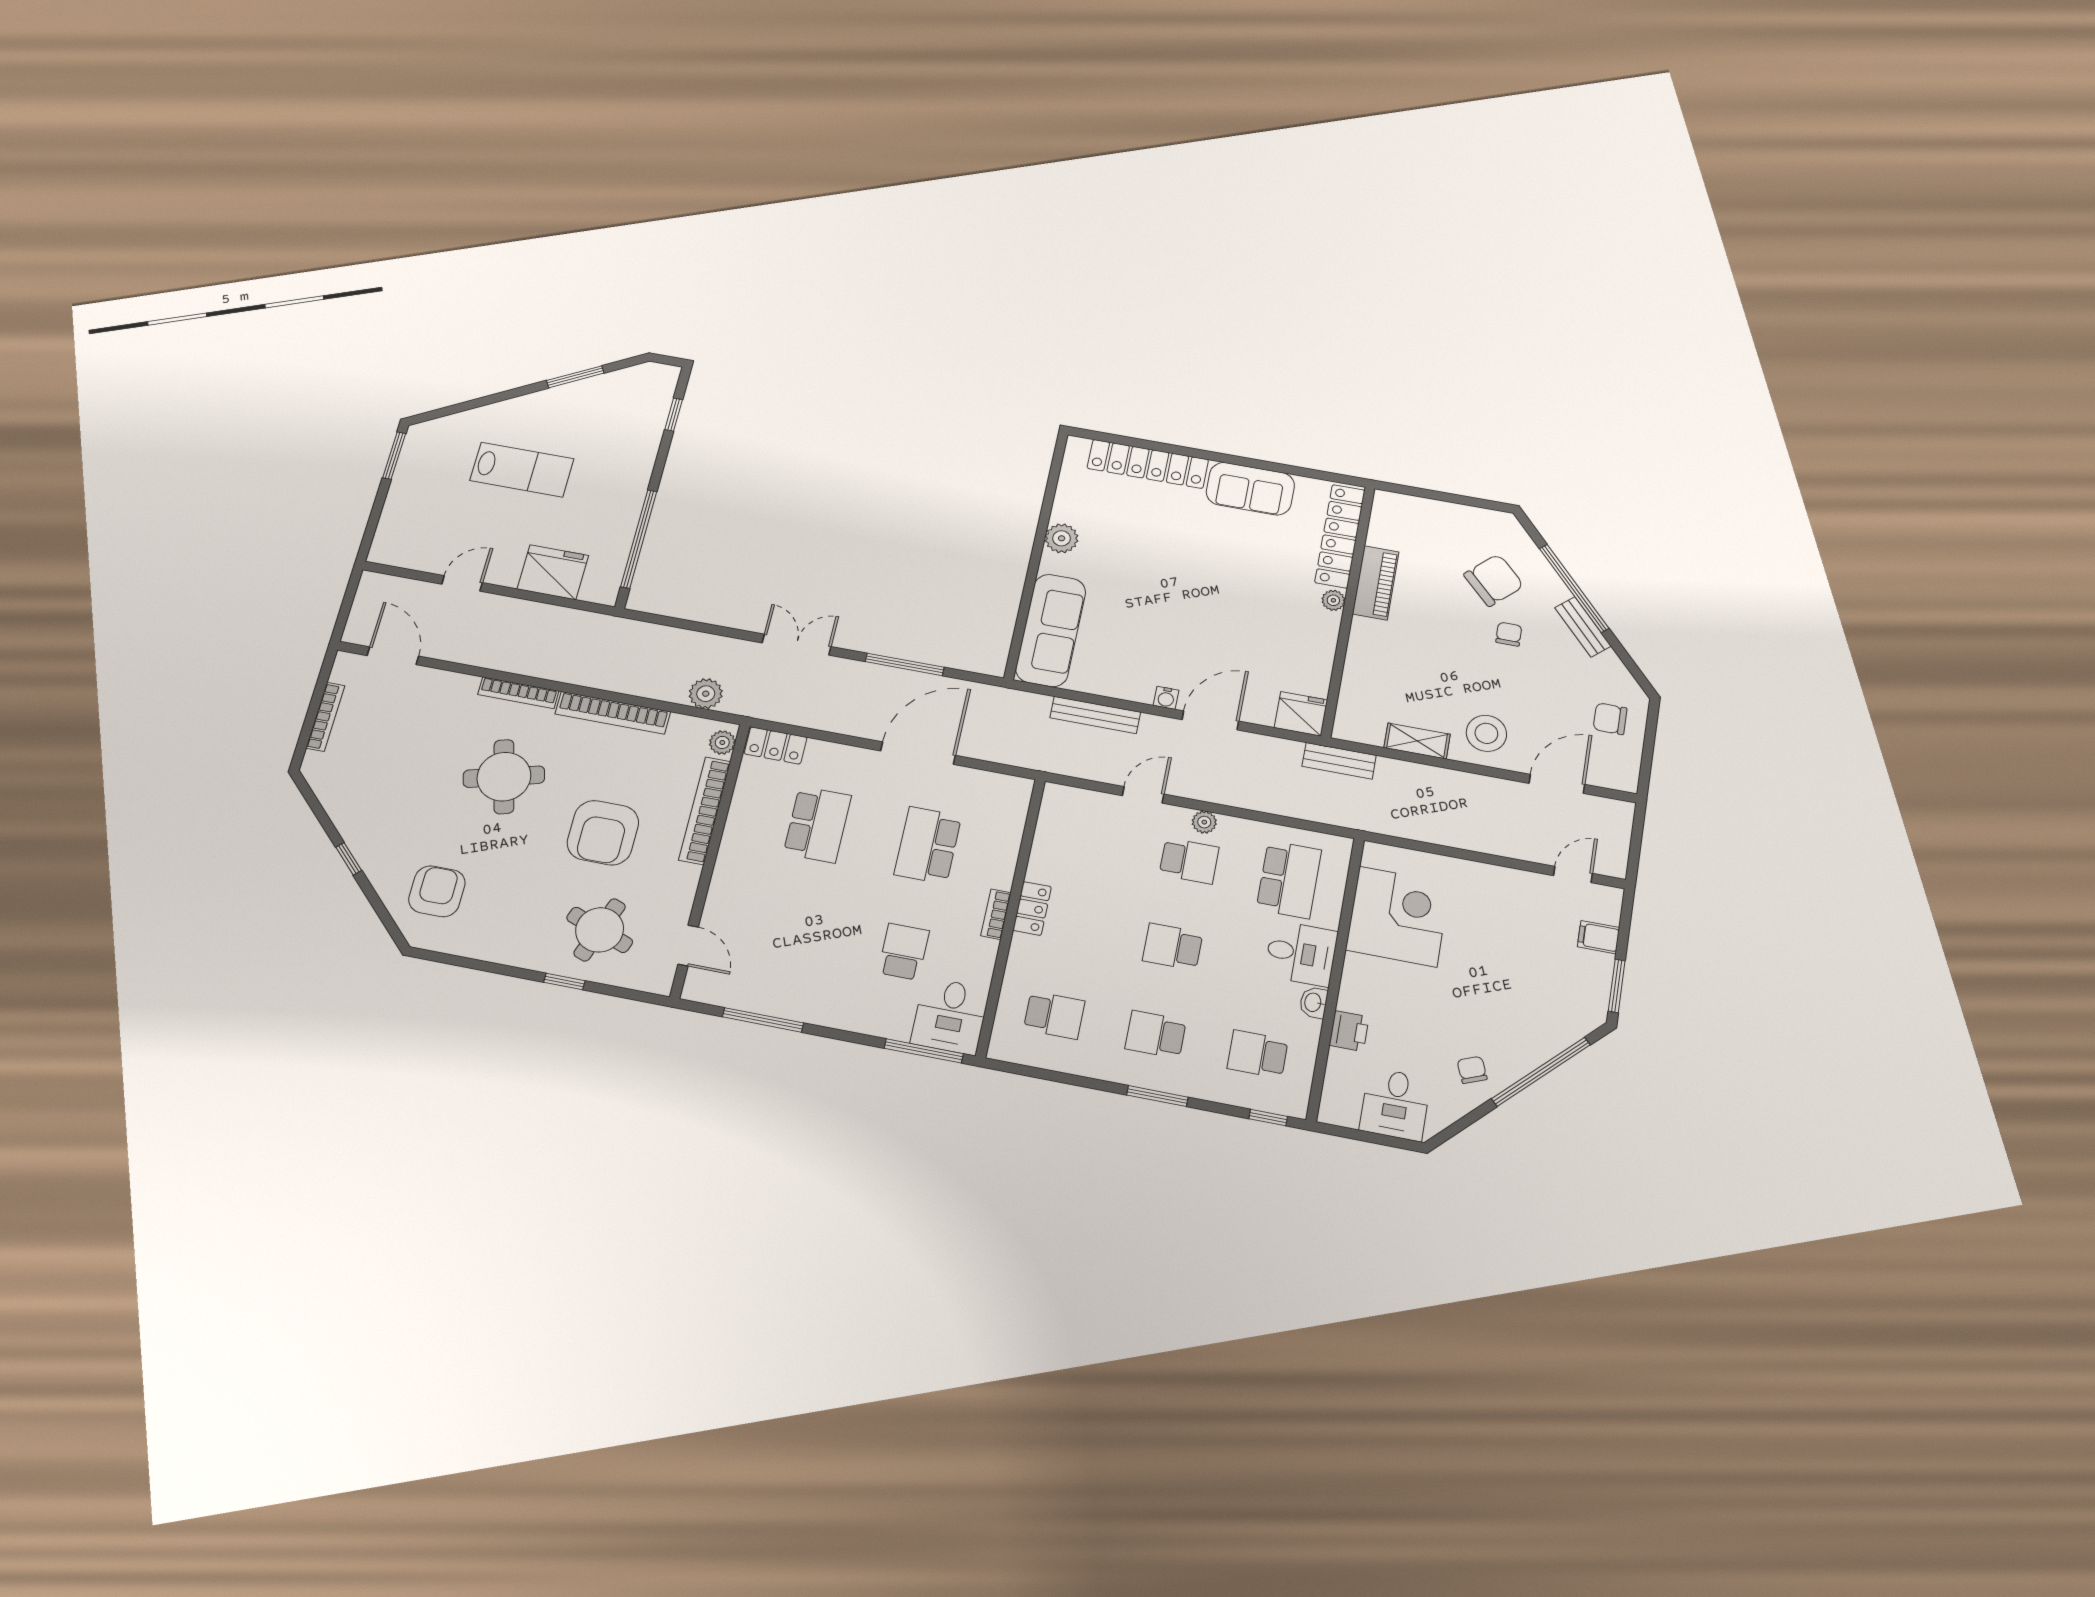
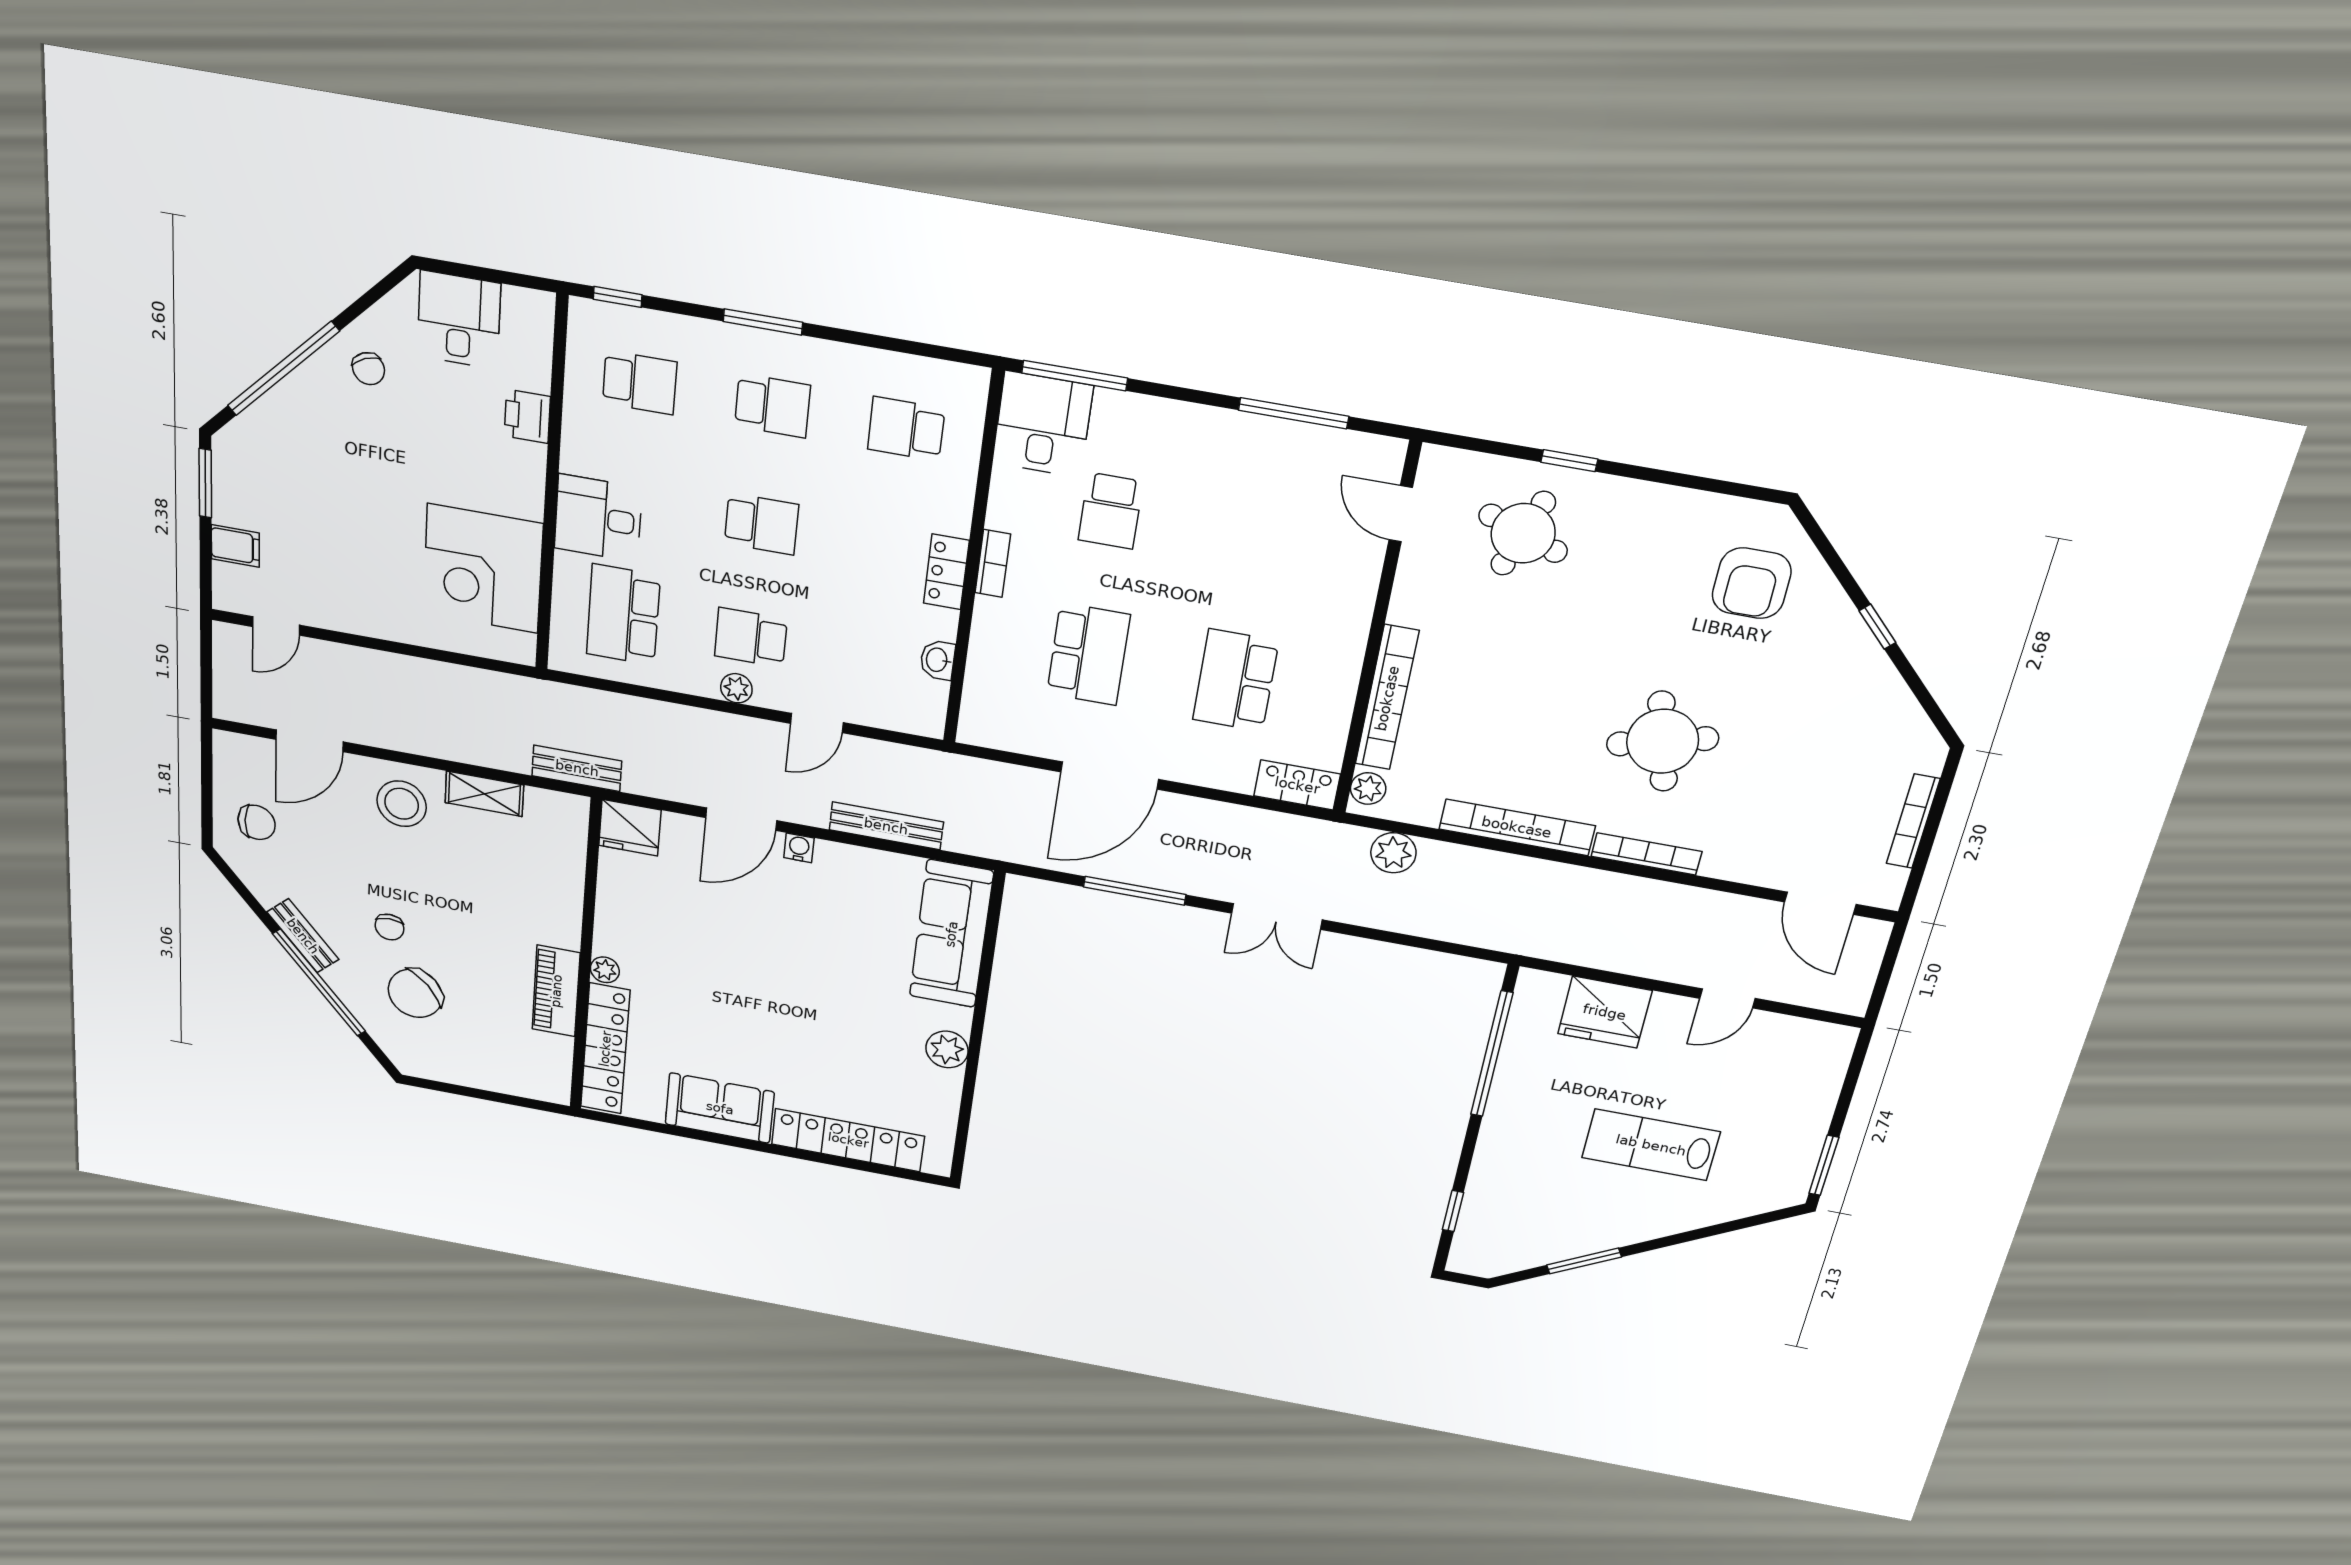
armchair: (603, 833) -> (1524, 666), removed
washbasin: (1313, 1002) -> (938, 660), moved, turned 180

